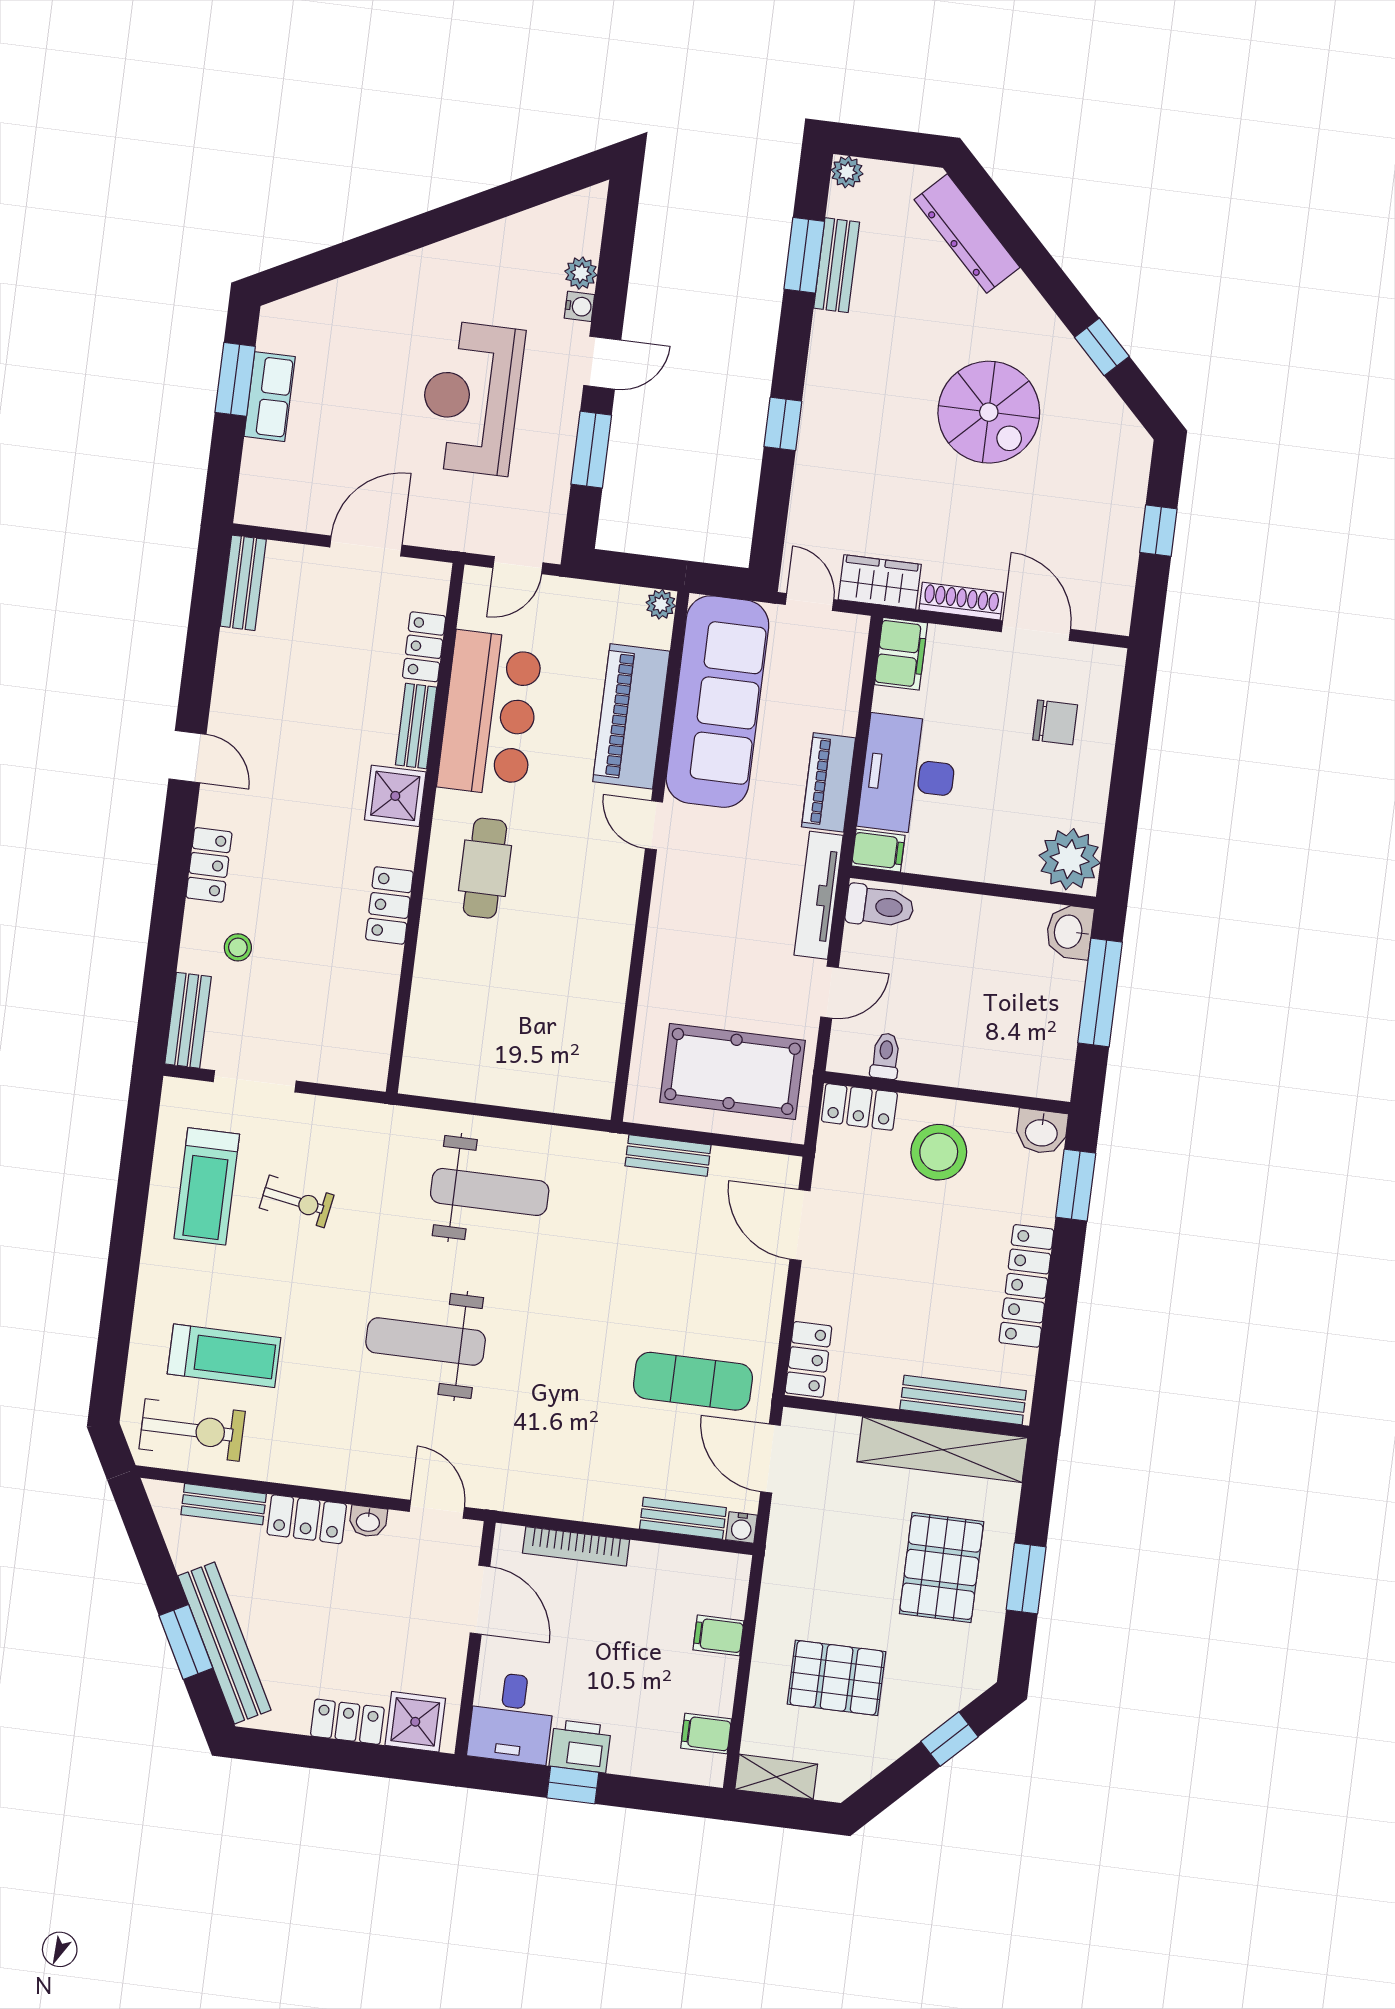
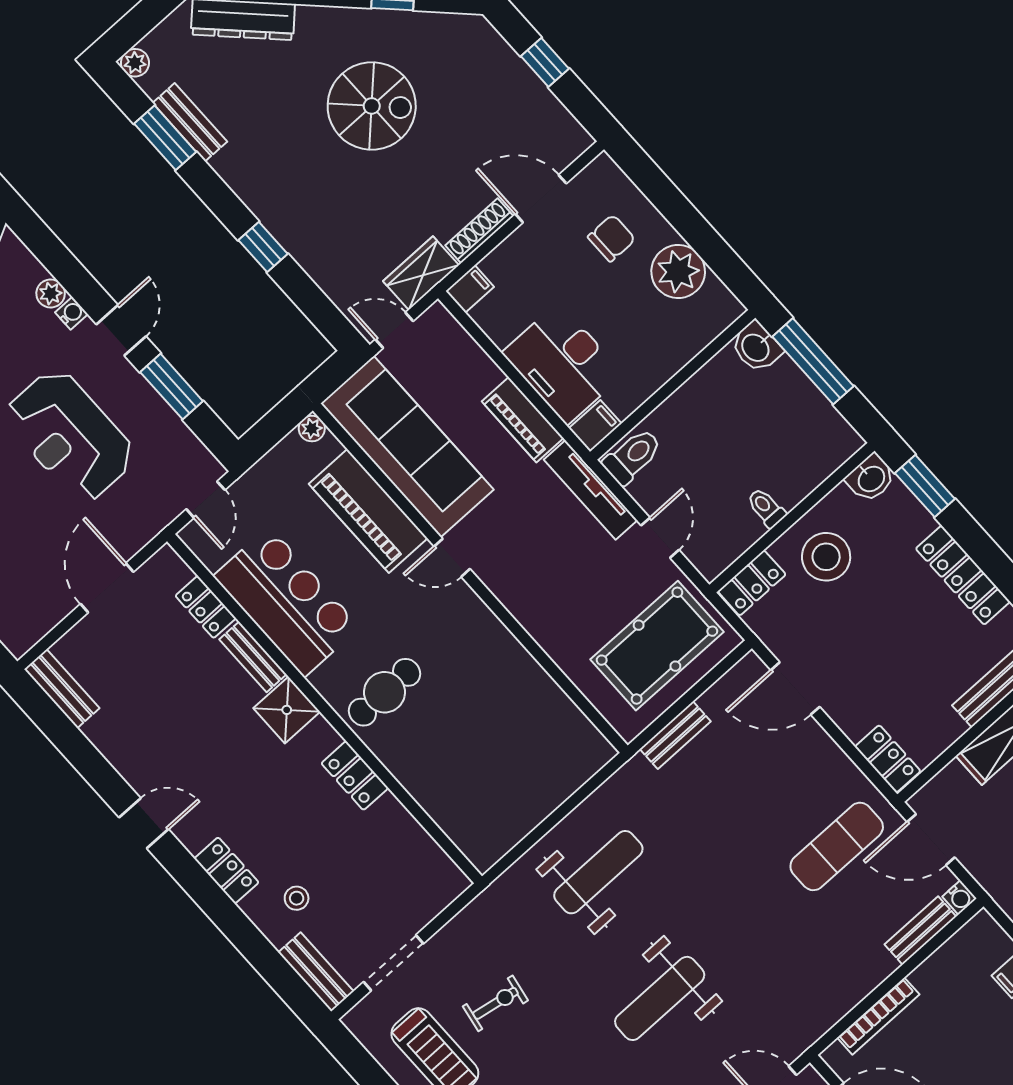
filing cabinet: (901, 654) -> (470, 289), width x0.50
plant: (1070, 859) -> (678, 271), moved
cafe table: (485, 868) -> (384, 692), turned 90
toilet: (886, 1056) -> (766, 508), moved

